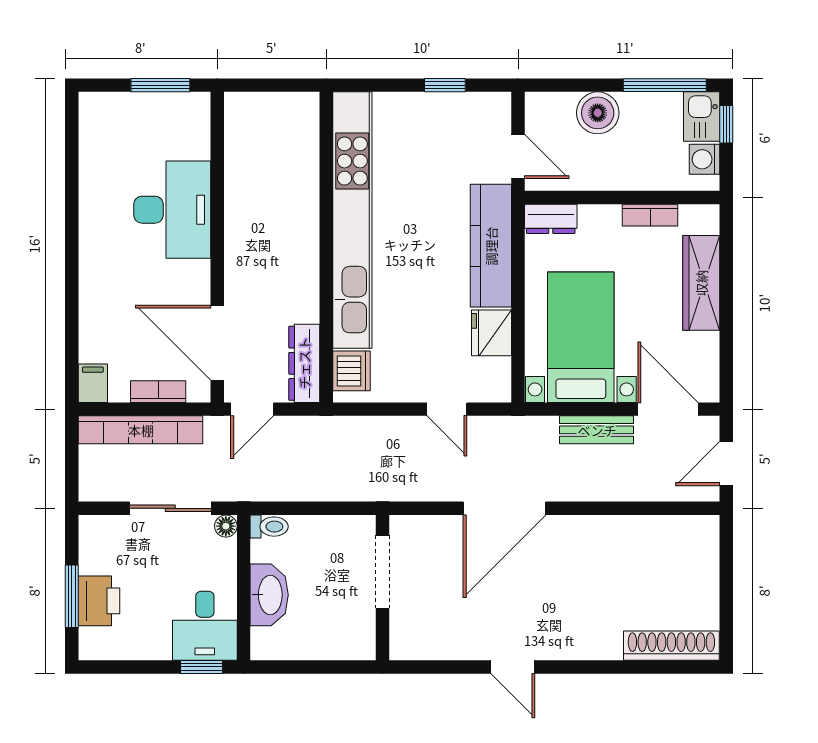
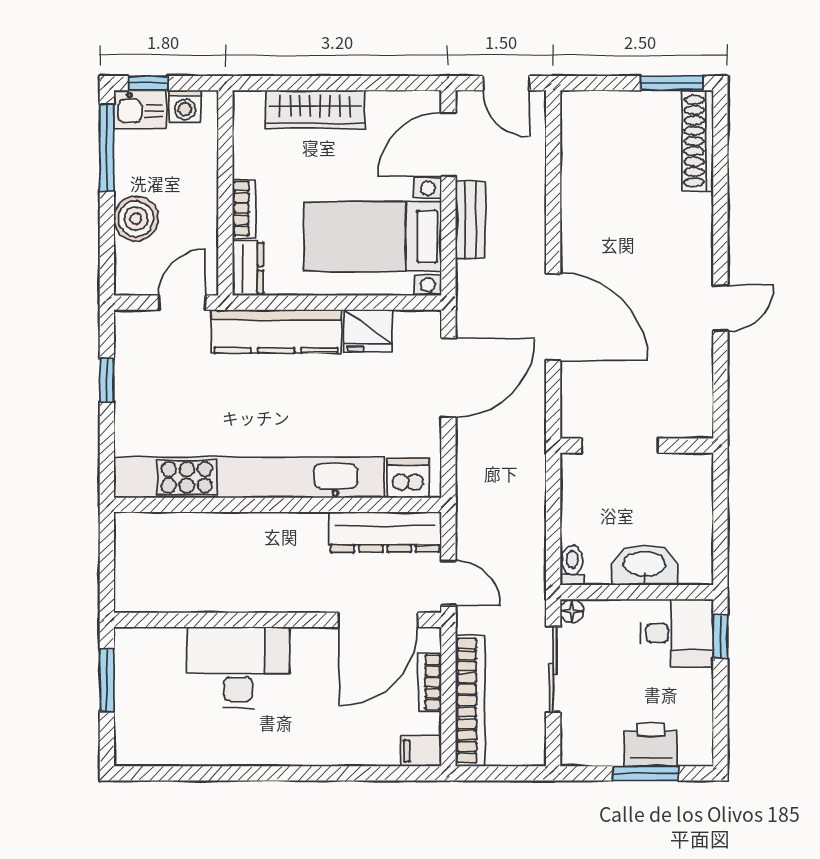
bookcase: (650, 215) -> (244, 209), moved
dresser: (304, 363) -> (385, 532), width x1.37, depth x1.24
door: (447, 409) -> (448, 378), width x1.88
window: (726, 621) -> (672, 83), added

